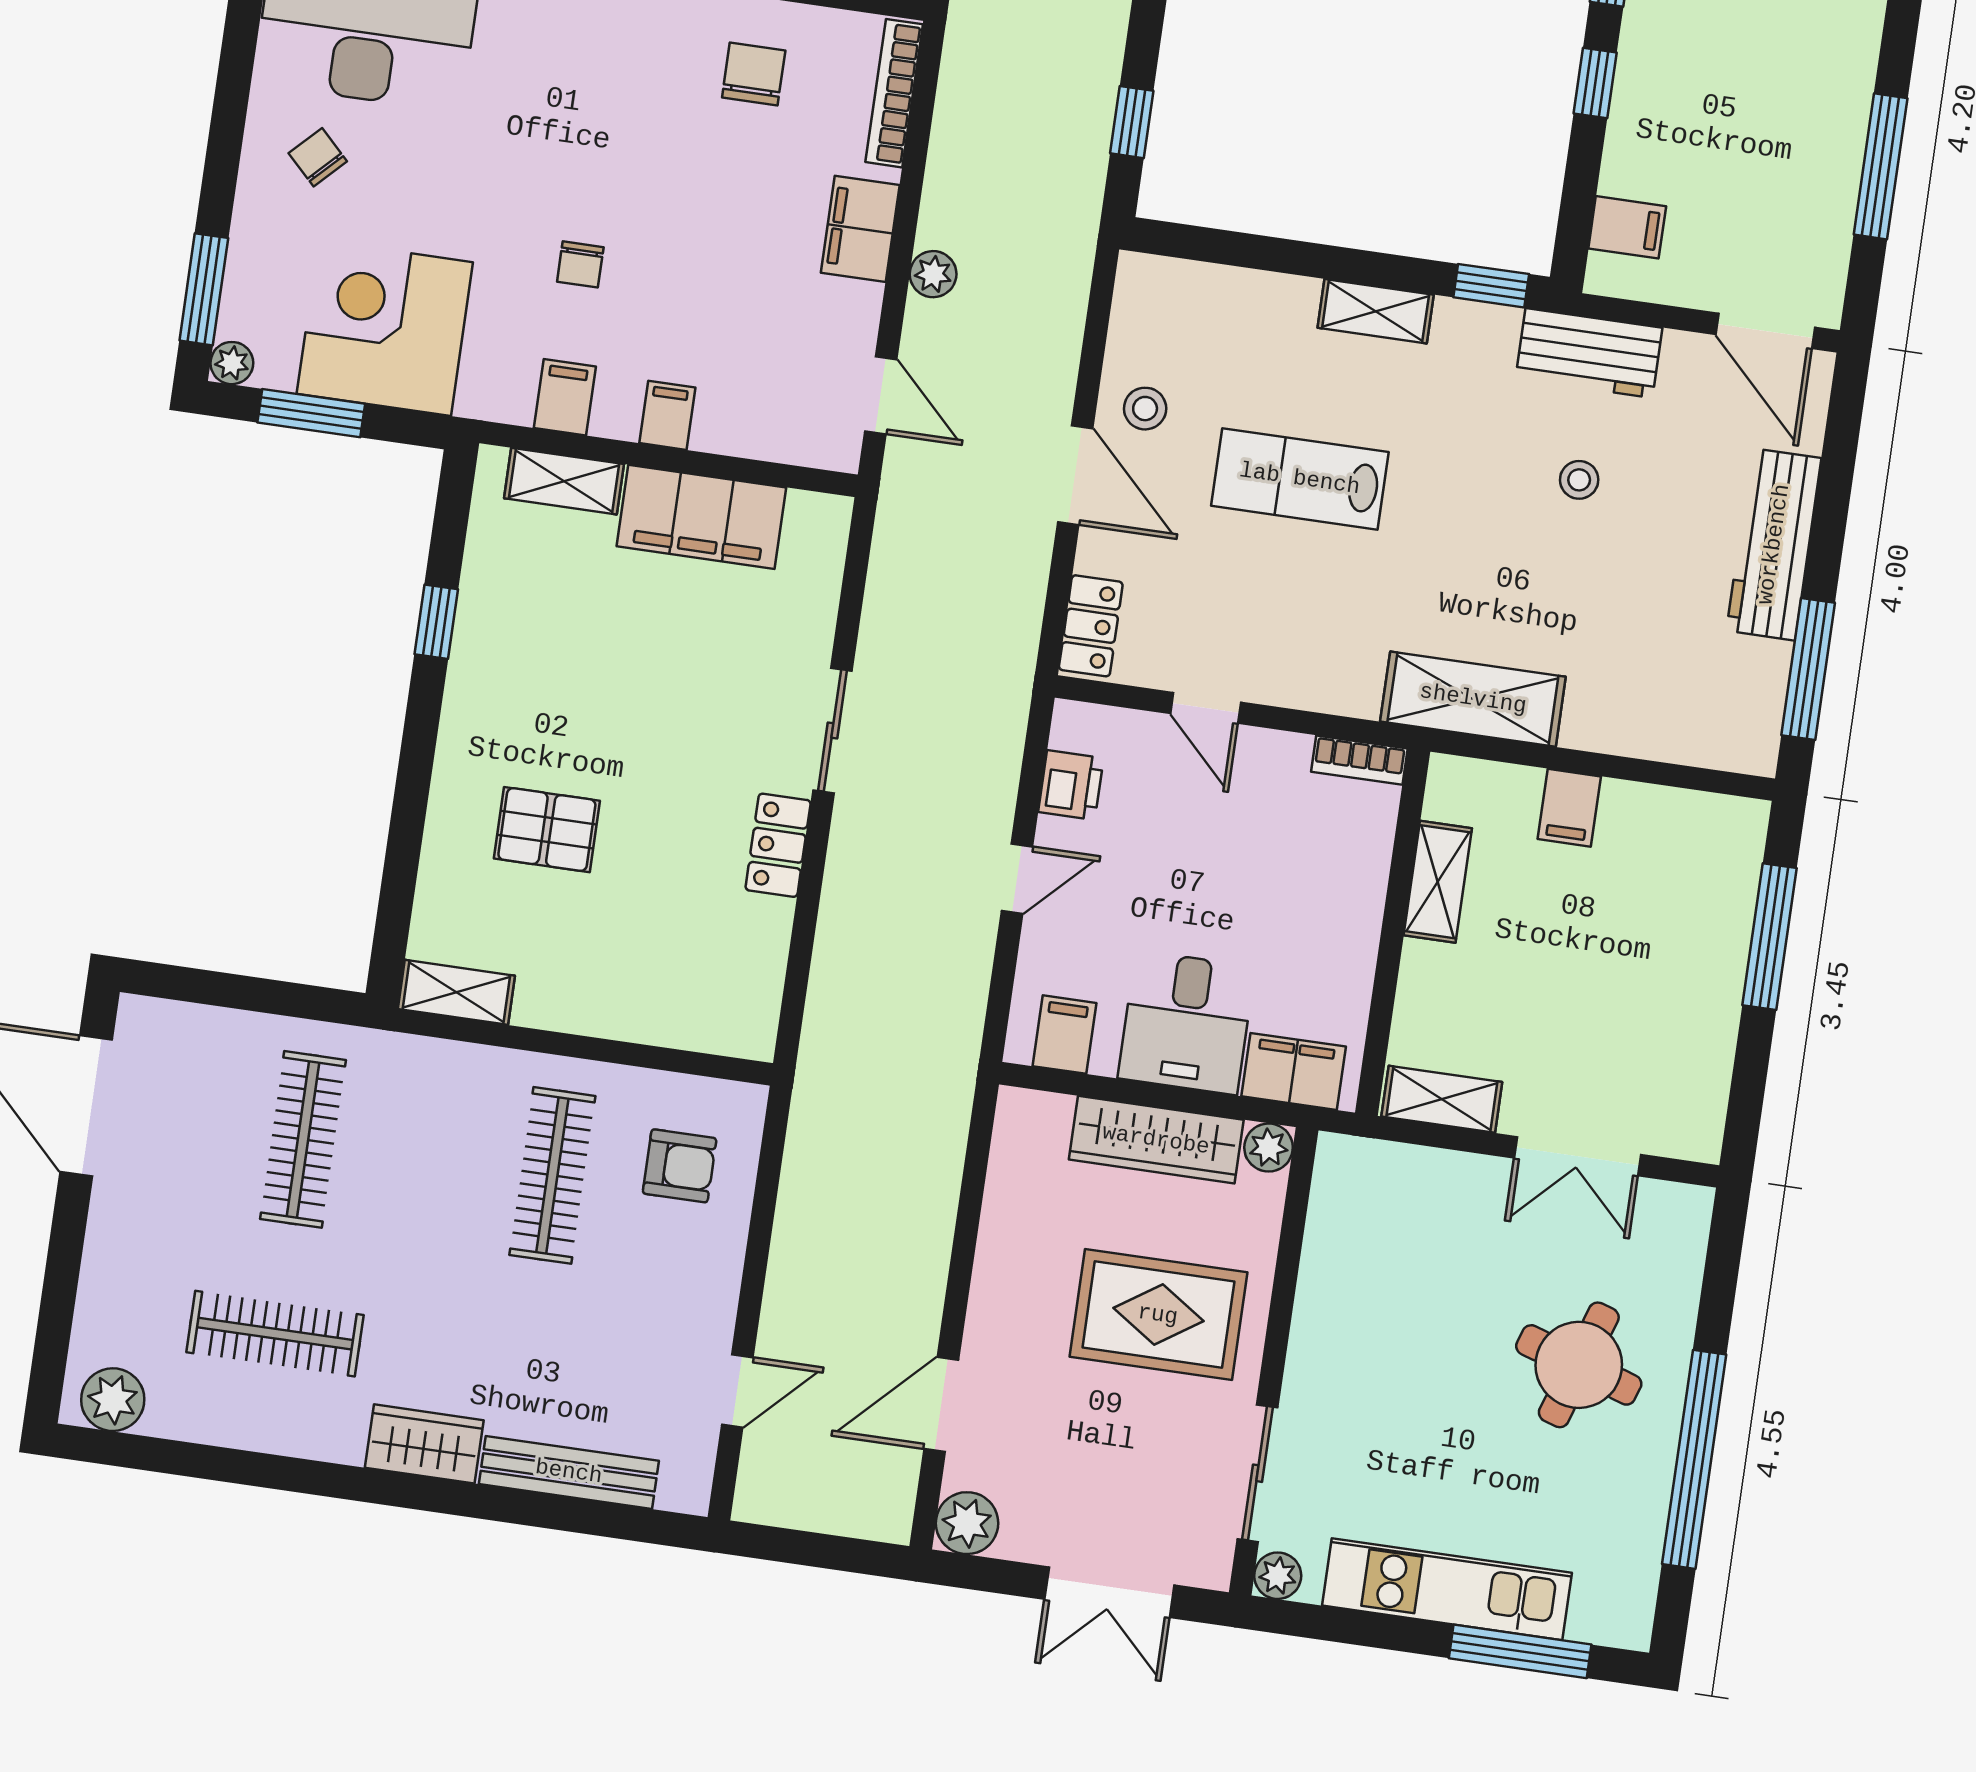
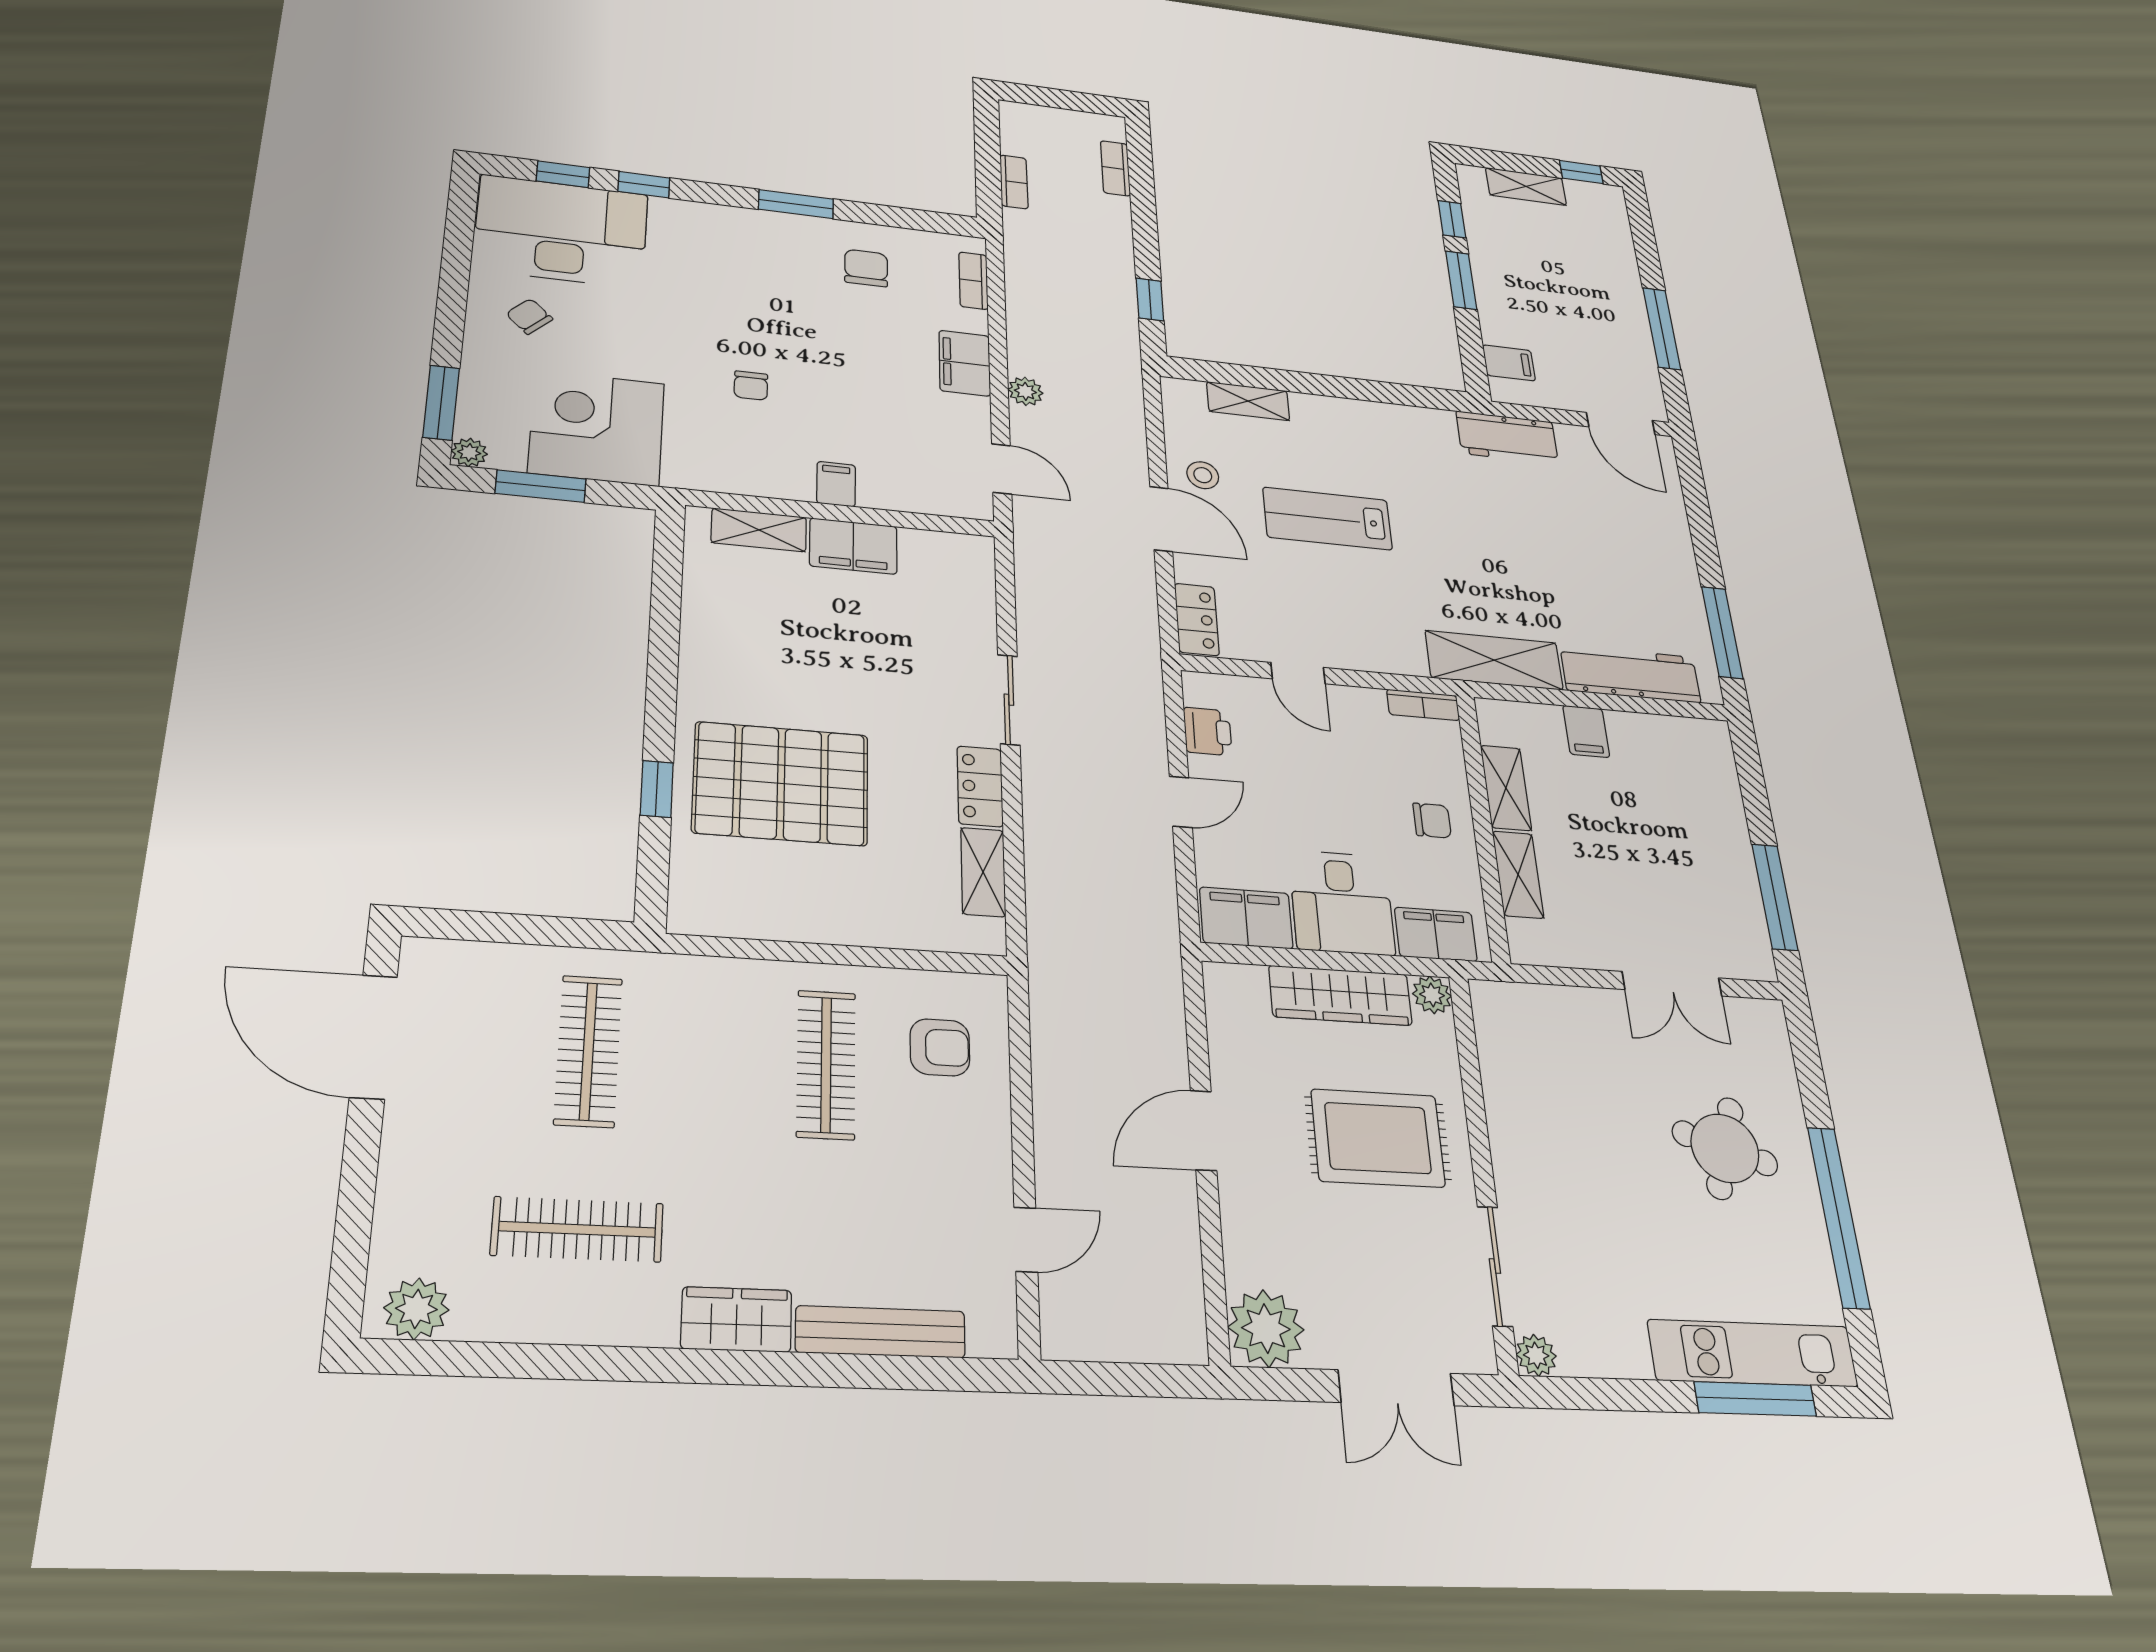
window: (1595, 83) -> (1461, 280), width x1.50
bookcase: (894, 93) -> (973, 281), width x0.64
window: (1491, 286) -> (1428, 397), removed
shelving: (1376, 311) -> (1248, 401), moved
filing cabinet: (565, 397) -> (751, 473), removed
stool: (1579, 480) -> (1525, 516), removed
filing cabinet: (701, 517) -> (853, 546), width x0.67, depth x0.86
workbench: (1774, 544) -> (1630, 674), moved, turned 90
window: (436, 622) -> (657, 789), moved
pallet: (547, 830) -> (781, 783), width x2.05, depth x2.00
chair: (1329, 921) -> (1432, 820), added
window: (1770, 937) -> (1775, 897), moved
shelving: (456, 992) -> (983, 872), moved, turned 90
filing cabinet: (1065, 1035) -> (1246, 918), width x2.00
shelving: (1442, 1099) -> (1518, 875), moved, turned 90
door: (941, 1404) -> (1204, 1130), moved
plant: (967, 1523) -> (1266, 1328), width x1.36, depth x1.36
kitchen unit: (1447, 1589) -> (1753, 1353), moved

